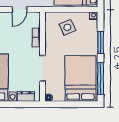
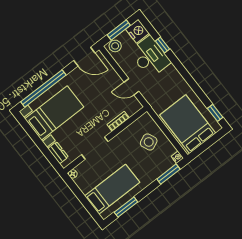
window: (101, 43) -> (168, 174), moved
bed: (81, 79) -> (112, 189), width x0.67
window: (101, 79) -> (126, 207), width x0.69

